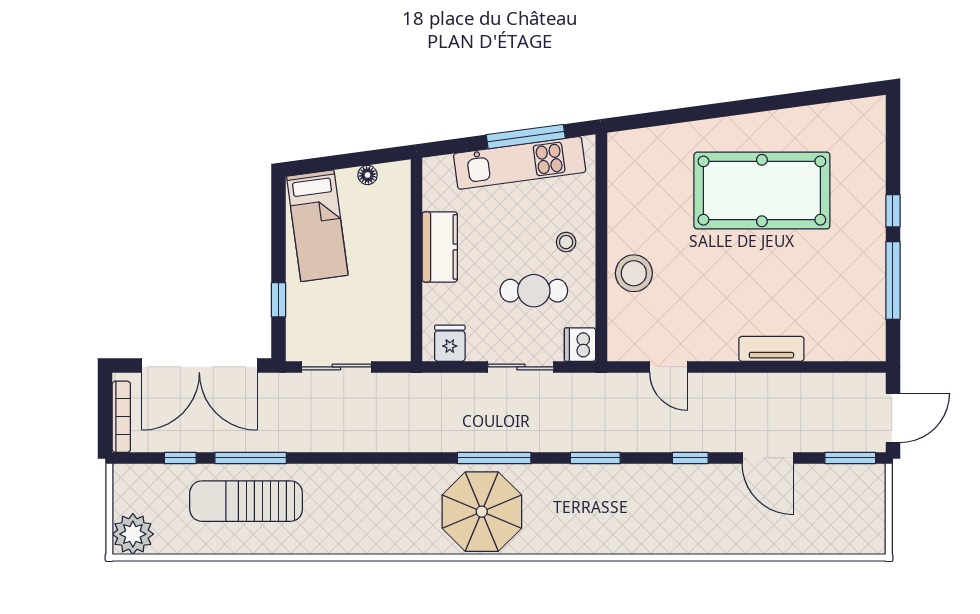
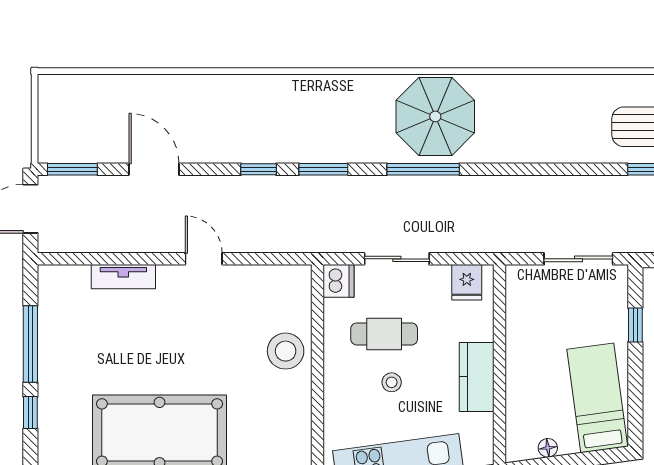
stool: (566, 242) -> (392, 382), moved
tv unit: (771, 349) -> (123, 277), moved
door: (669, 367) -> (204, 259), moved
window: (690, 458) -> (259, 169), moved

